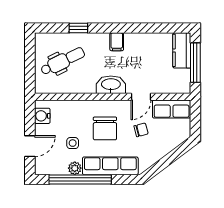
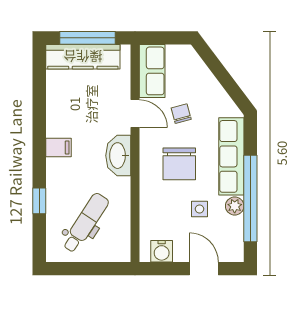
kitchen counter: (182, 50) -> (83, 57), width x1.50
dental chair: (63, 61) -> (86, 223), turned 59
chair: (105, 128) -> (179, 164), turned 90

